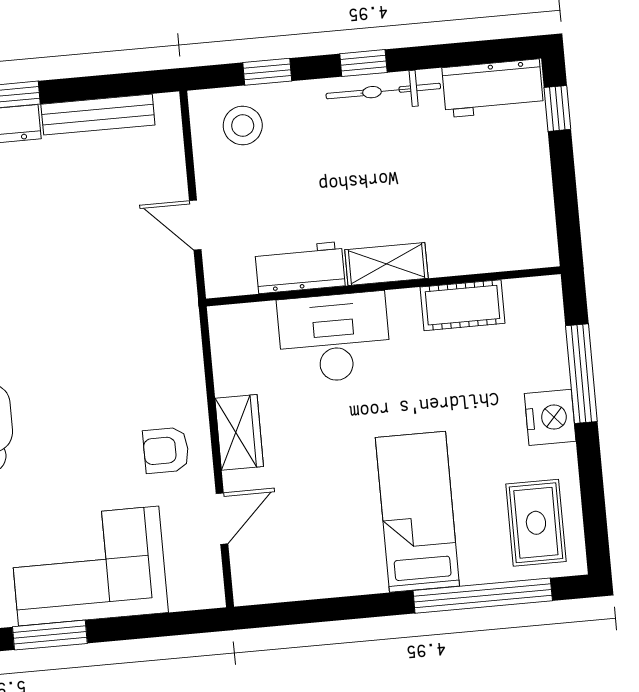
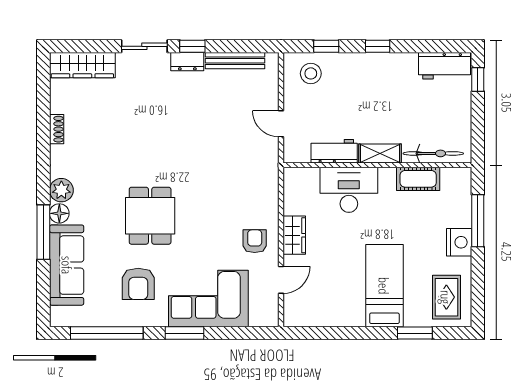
bicycle: (383, 91) -> (433, 153), moved, turned 180
armchair: (166, 450) -> (255, 241), turned 90
window: (483, 596) -> (415, 333), width x0.47

